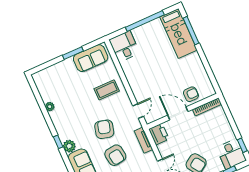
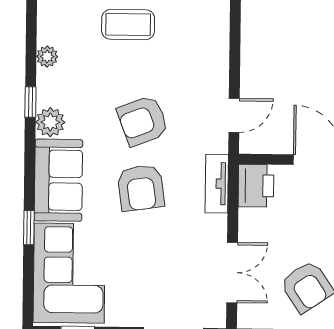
coffee table: (107, 90) -> (128, 25), moved
plant: (50, 107) -> (47, 57), moved
armchair: (104, 129) -> (143, 121), turned -126

